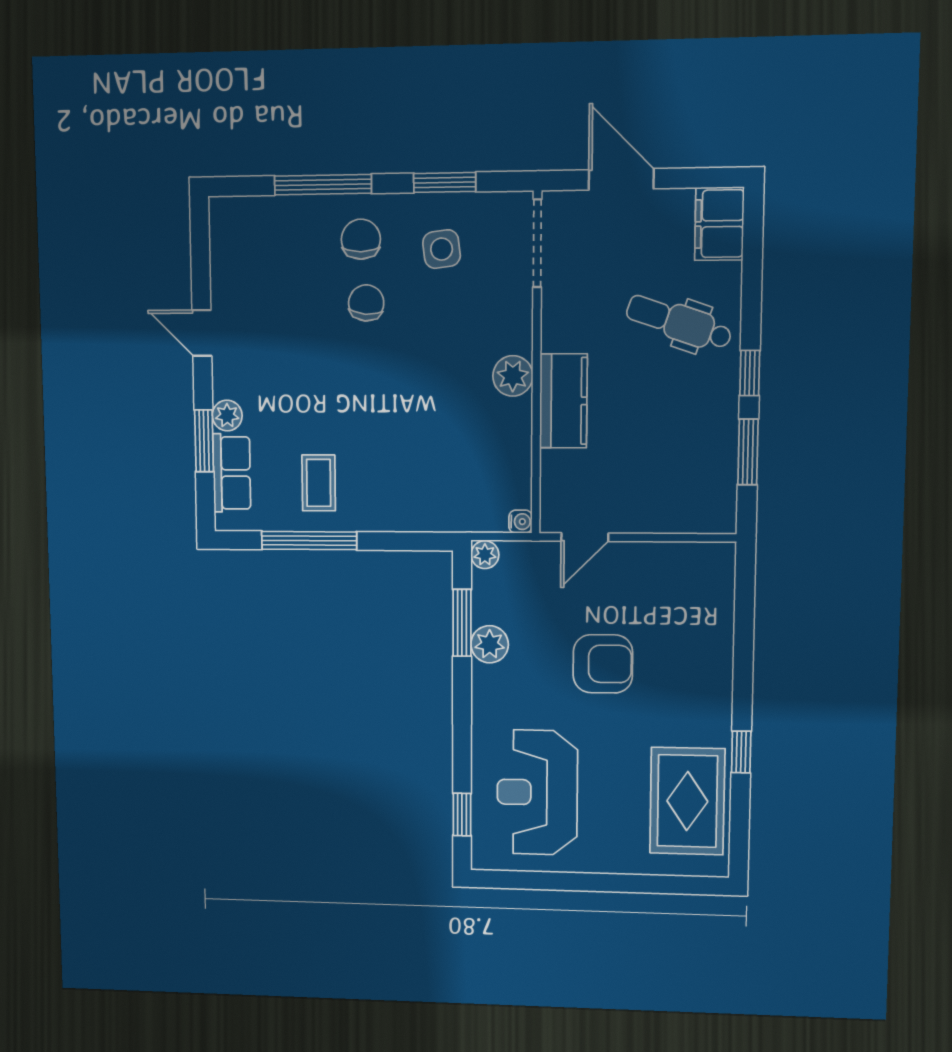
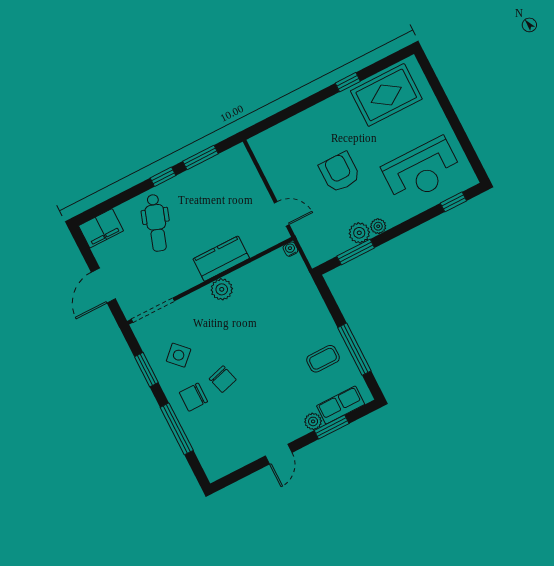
side table: (442, 249) -> (179, 355), turned -37
chair: (366, 303) -> (223, 379), turned -111
plant: (485, 555) -> (378, 226), moved

